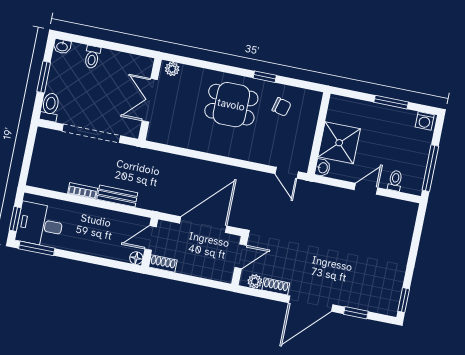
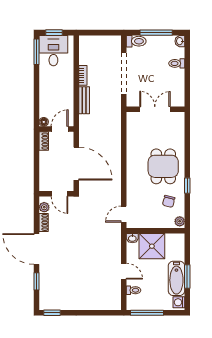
plant: (172, 69) -> (180, 221), moved
window: (44, 77) -> (156, 33), width x1.44
bathtub: (391, 118) -> (176, 278), added
door: (151, 238) -> (60, 129), hinge flipped

